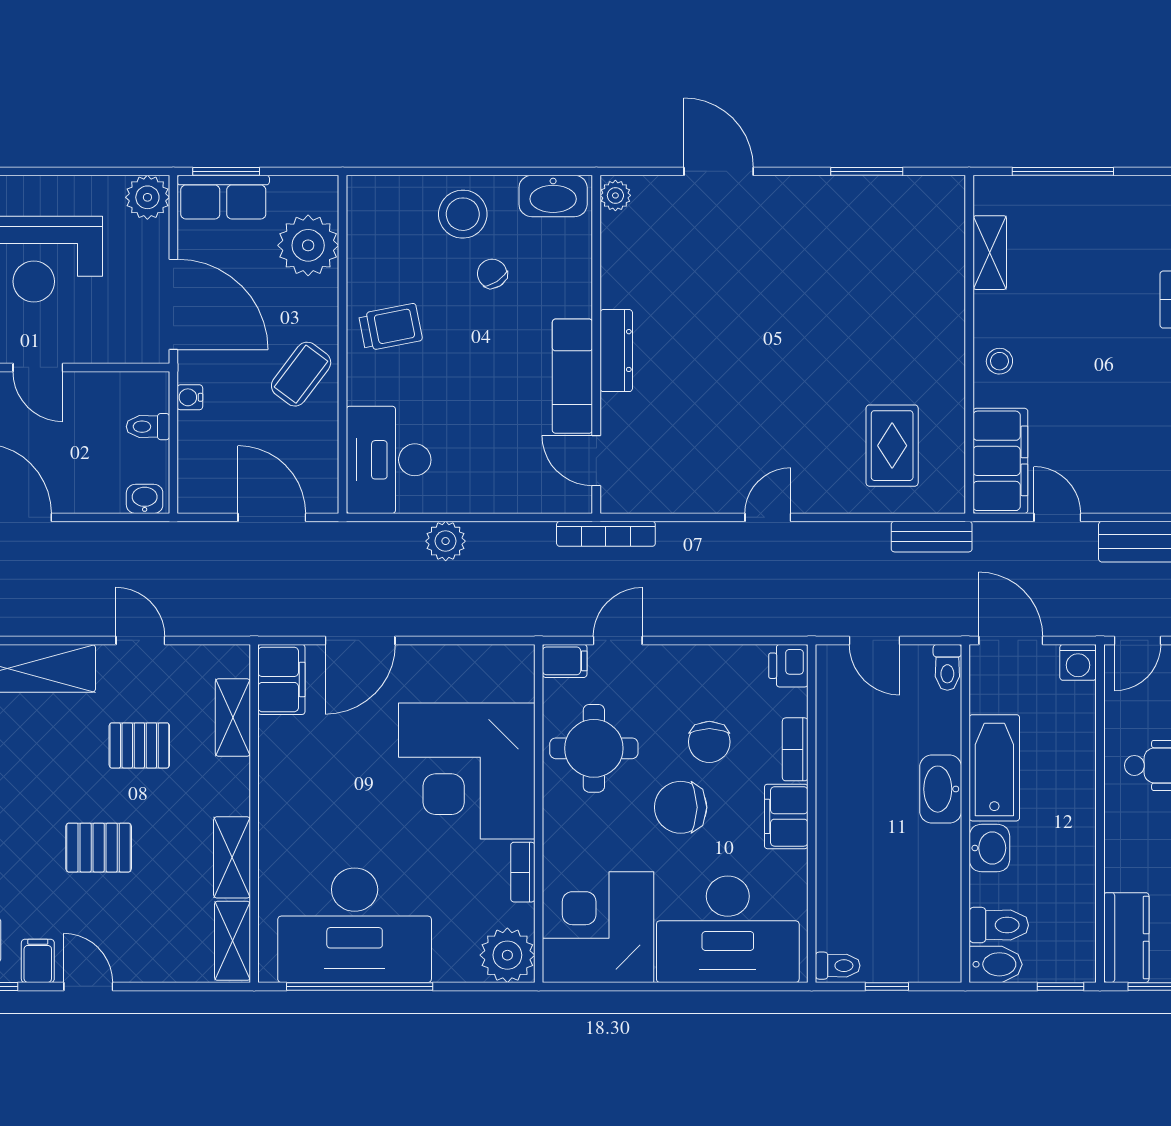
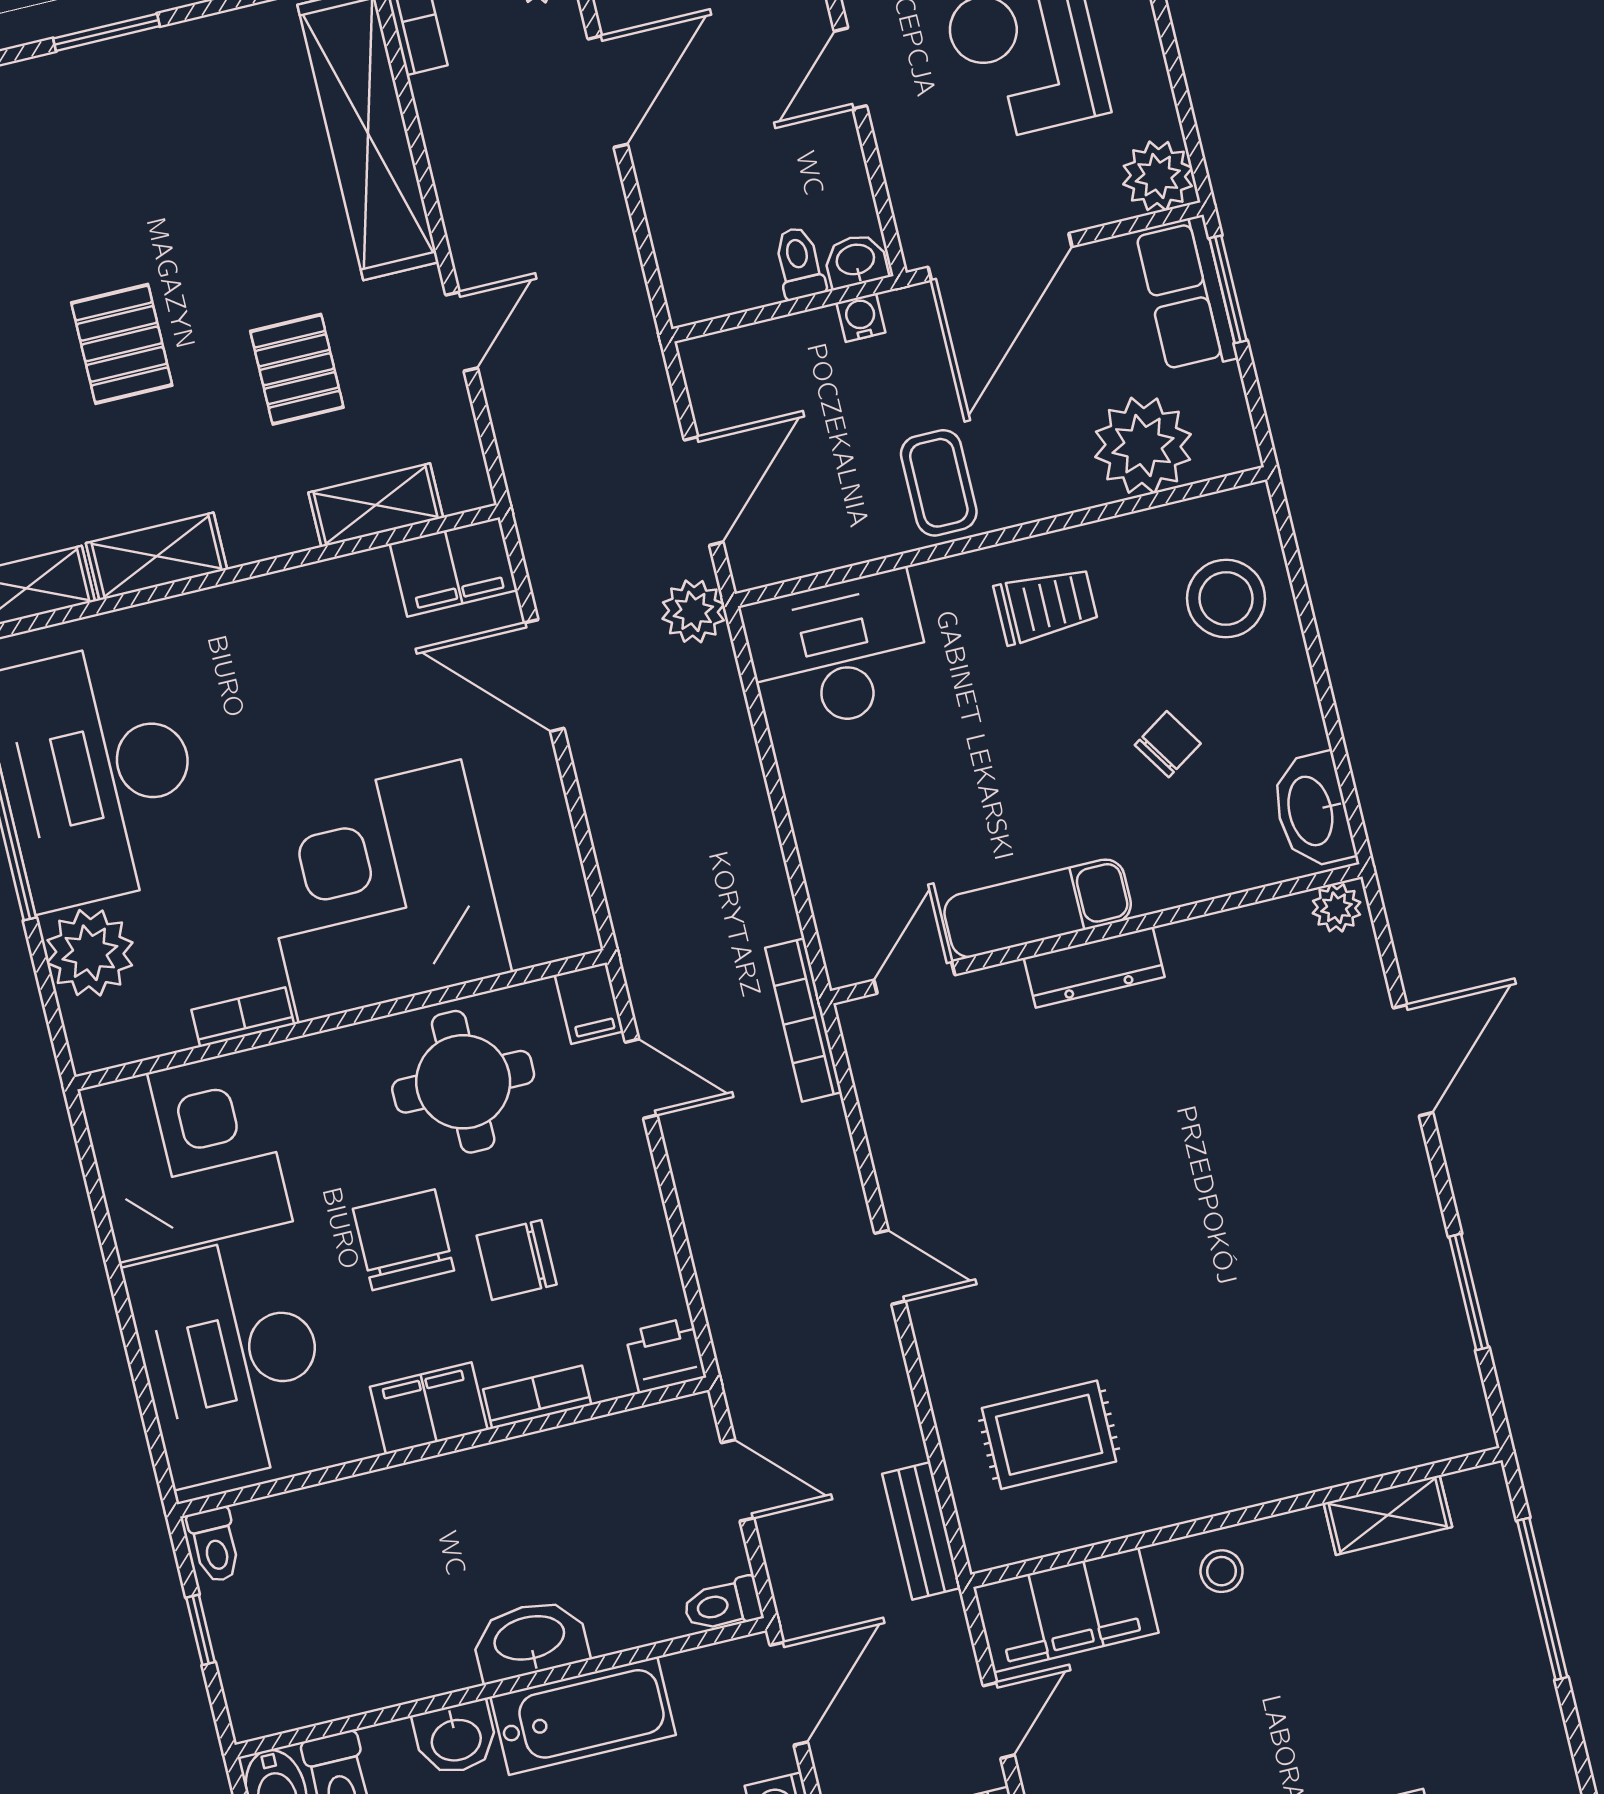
stool: (463, 214) -> (1226, 598), moved
trolley: (390, 327) -> (1046, 605), turned -79
coffee table: (301, 374) -> (939, 483), turned 53
washbasin: (145, 499) -> (856, 261), moved, turned -90
plant: (446, 541) -> (693, 611), moved
door: (874, 640) -> (737, 1480), swing flipped
plant: (507, 955) -> (90, 953), moved

